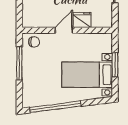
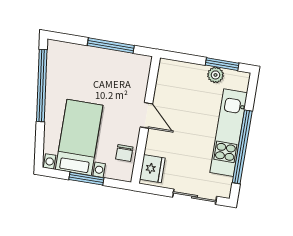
fridge: (82, 20) -> (152, 169), moved
chair: (34, 42) -> (124, 153), moved

